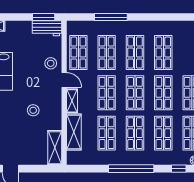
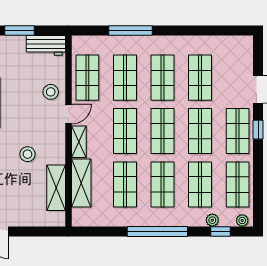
window: (44, 17) -> (20, 31), moved
door: (64, 80) -> (68, 114), hinge flipped
shelving: (55, 148) -> (56, 188), moved
plant: (173, 160) -> (212, 220), added

